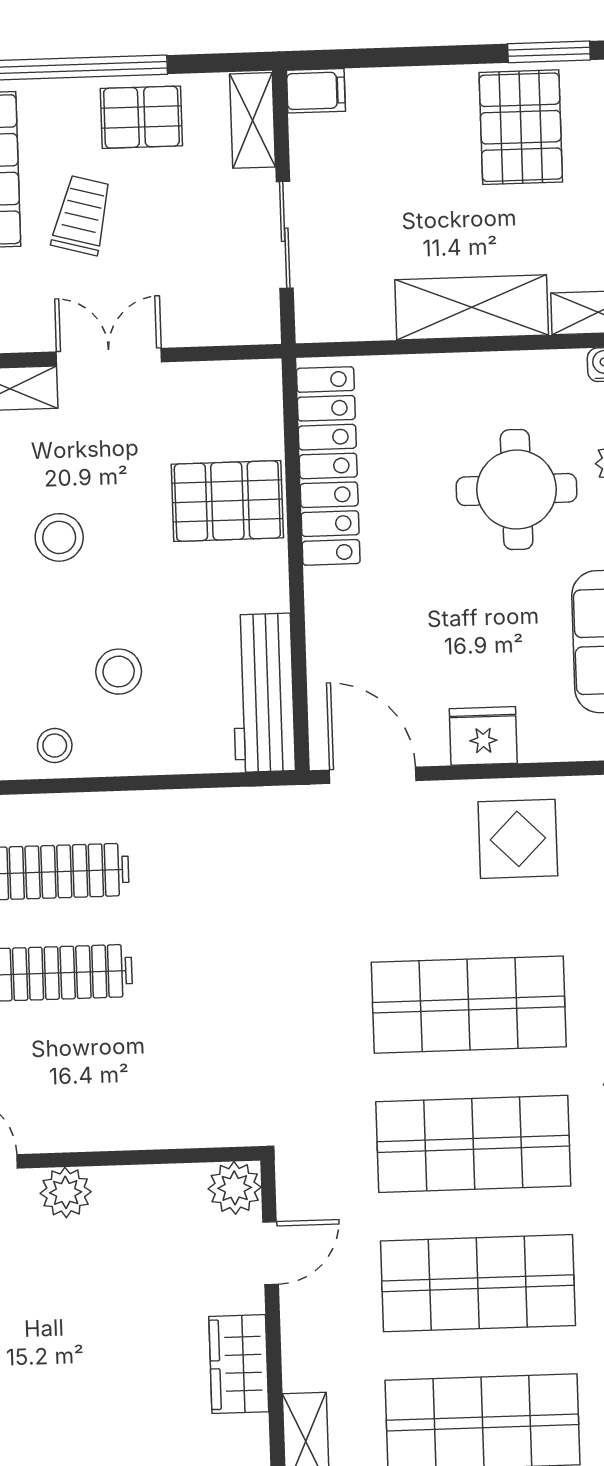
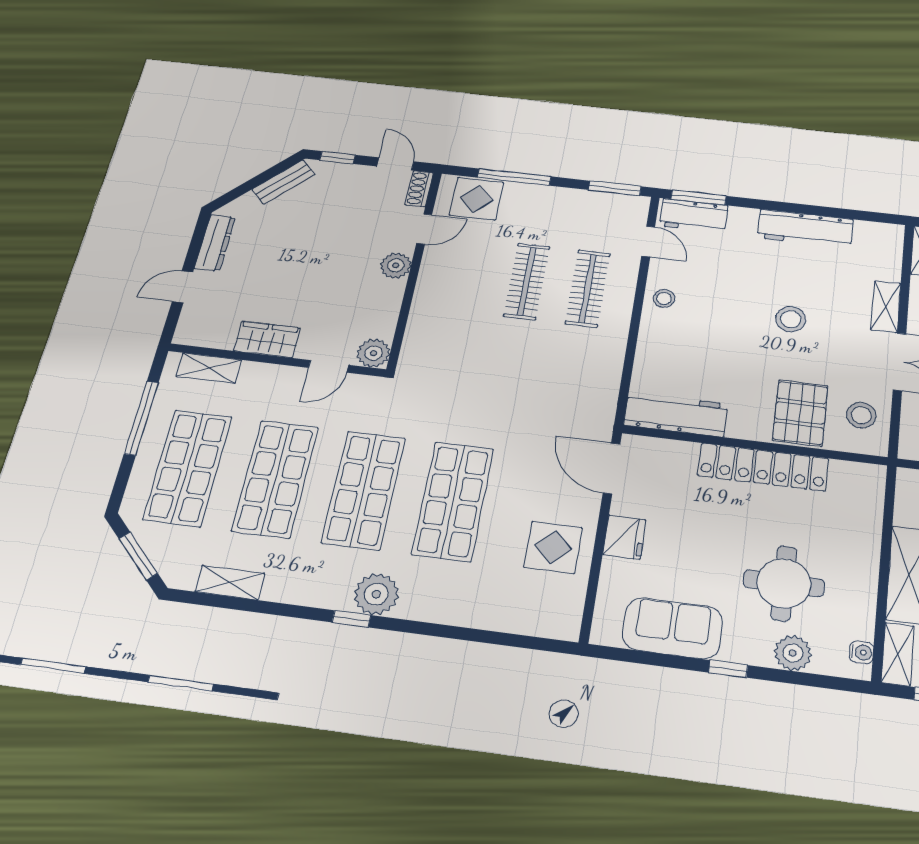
locker: (328, 466) -> (763, 467), moved
stool: (119, 672) -> (861, 415), moved
door: (373, 775) -> (612, 468), swing flipped
door: (271, 1253) -> (329, 366), hinge flipped

